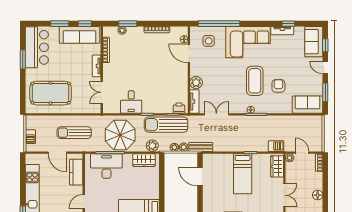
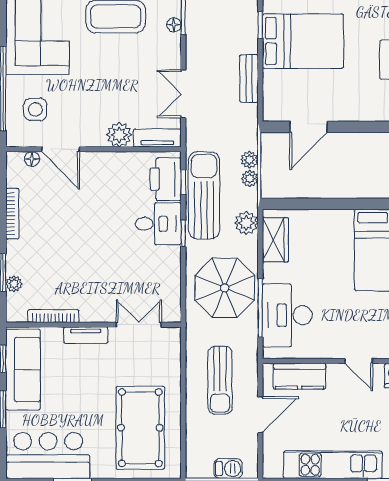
door: (189, 53) -> (61, 149), hinge flipped
double door: (102, 92) -> (139, 325), swing flipped
desk: (131, 102) -> (158, 224), moved
printer: (179, 108) -> (166, 179), width x1.87, depth x1.48
sun lounger: (166, 125) -> (204, 195), turned 180
bench: (201, 147) -> (249, 78), moved
bed: (243, 174) -> (303, 41), width x1.50

